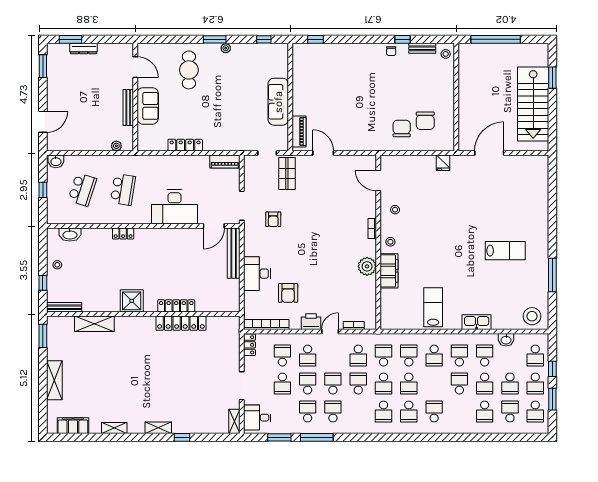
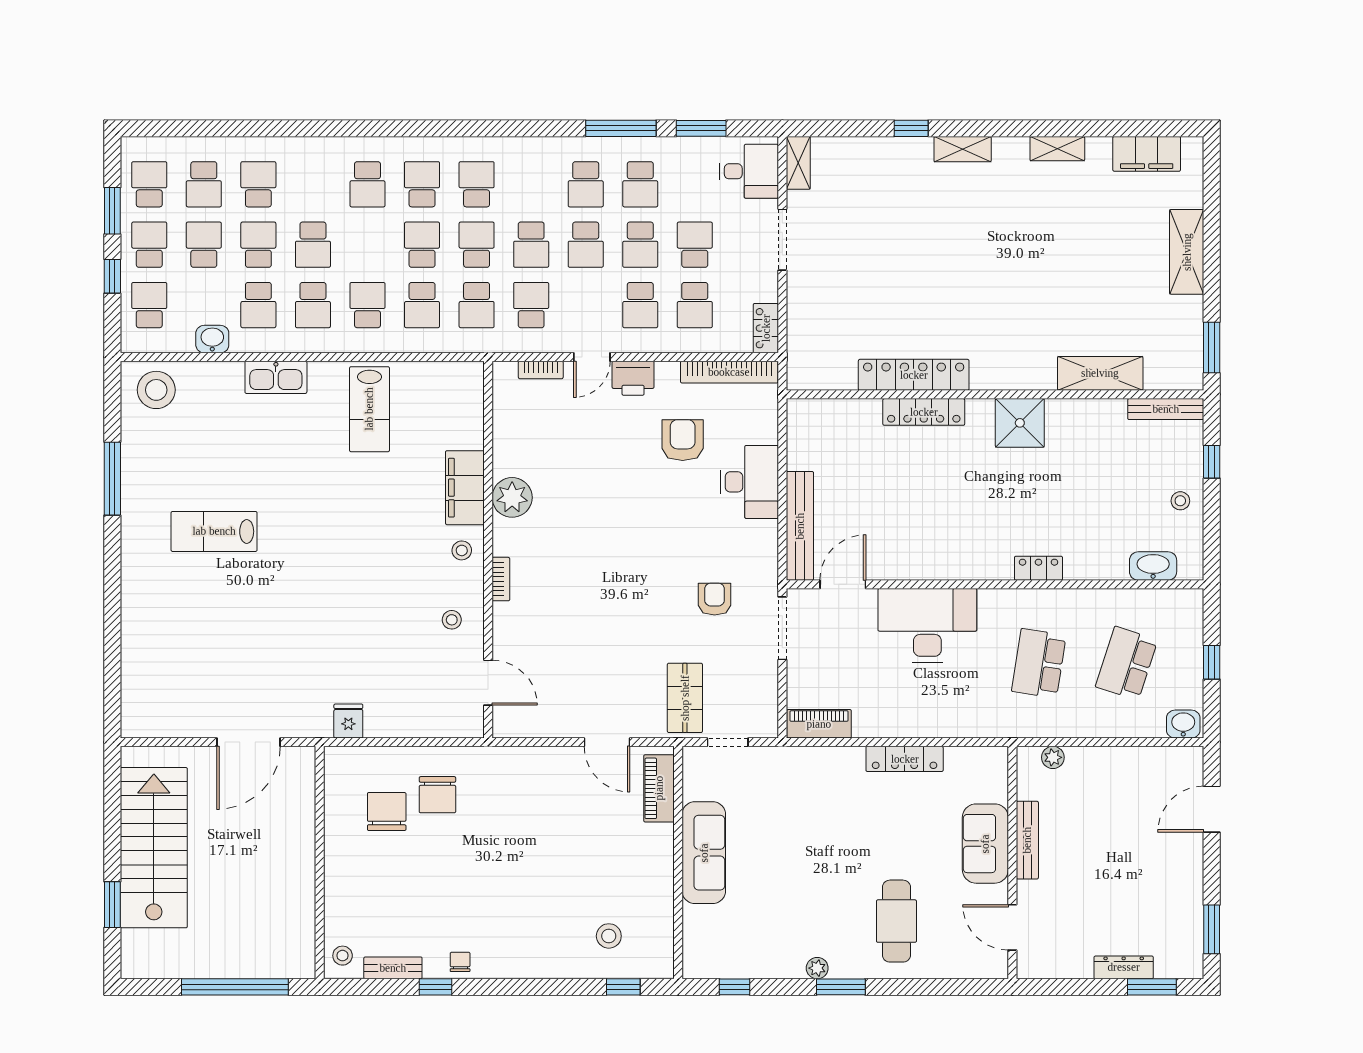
stool: (322, 63) -> (609, 936), added
school desk: (308, 356) -> (640, 305), turned 180

